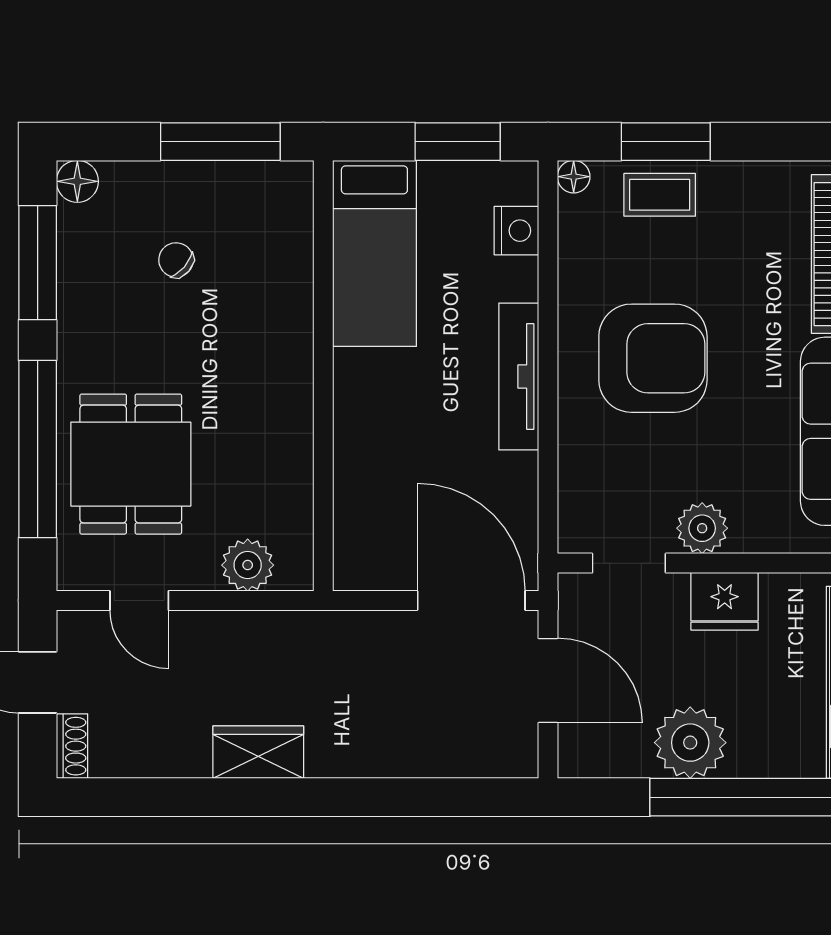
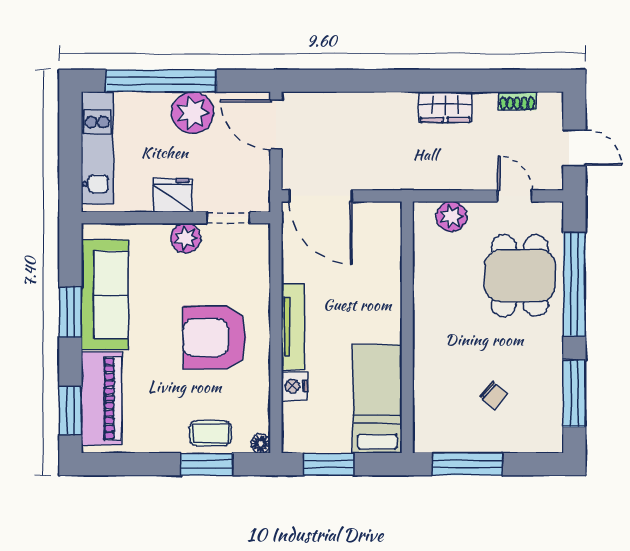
floor lamp: (77, 181) -> (551, 441), removed
nightstand: (516, 231) -> (294, 386), moved
door: (548, 681) -> (276, 125), moved
shoe rack: (72, 746) -> (517, 101), moved, turned -90

